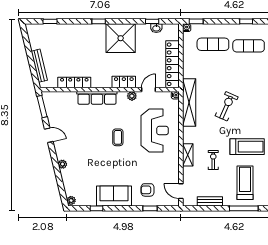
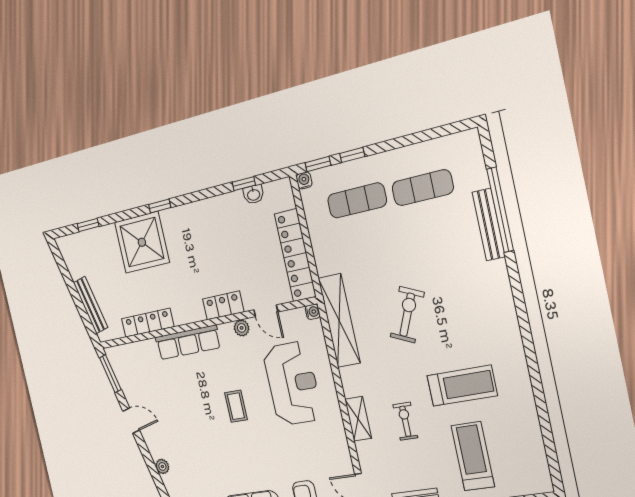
window: (246, 21) -> (352, 155), moved
shower: (121, 38) -> (142, 242), moved
door: (149, 90) -> (266, 311), swing flipped

